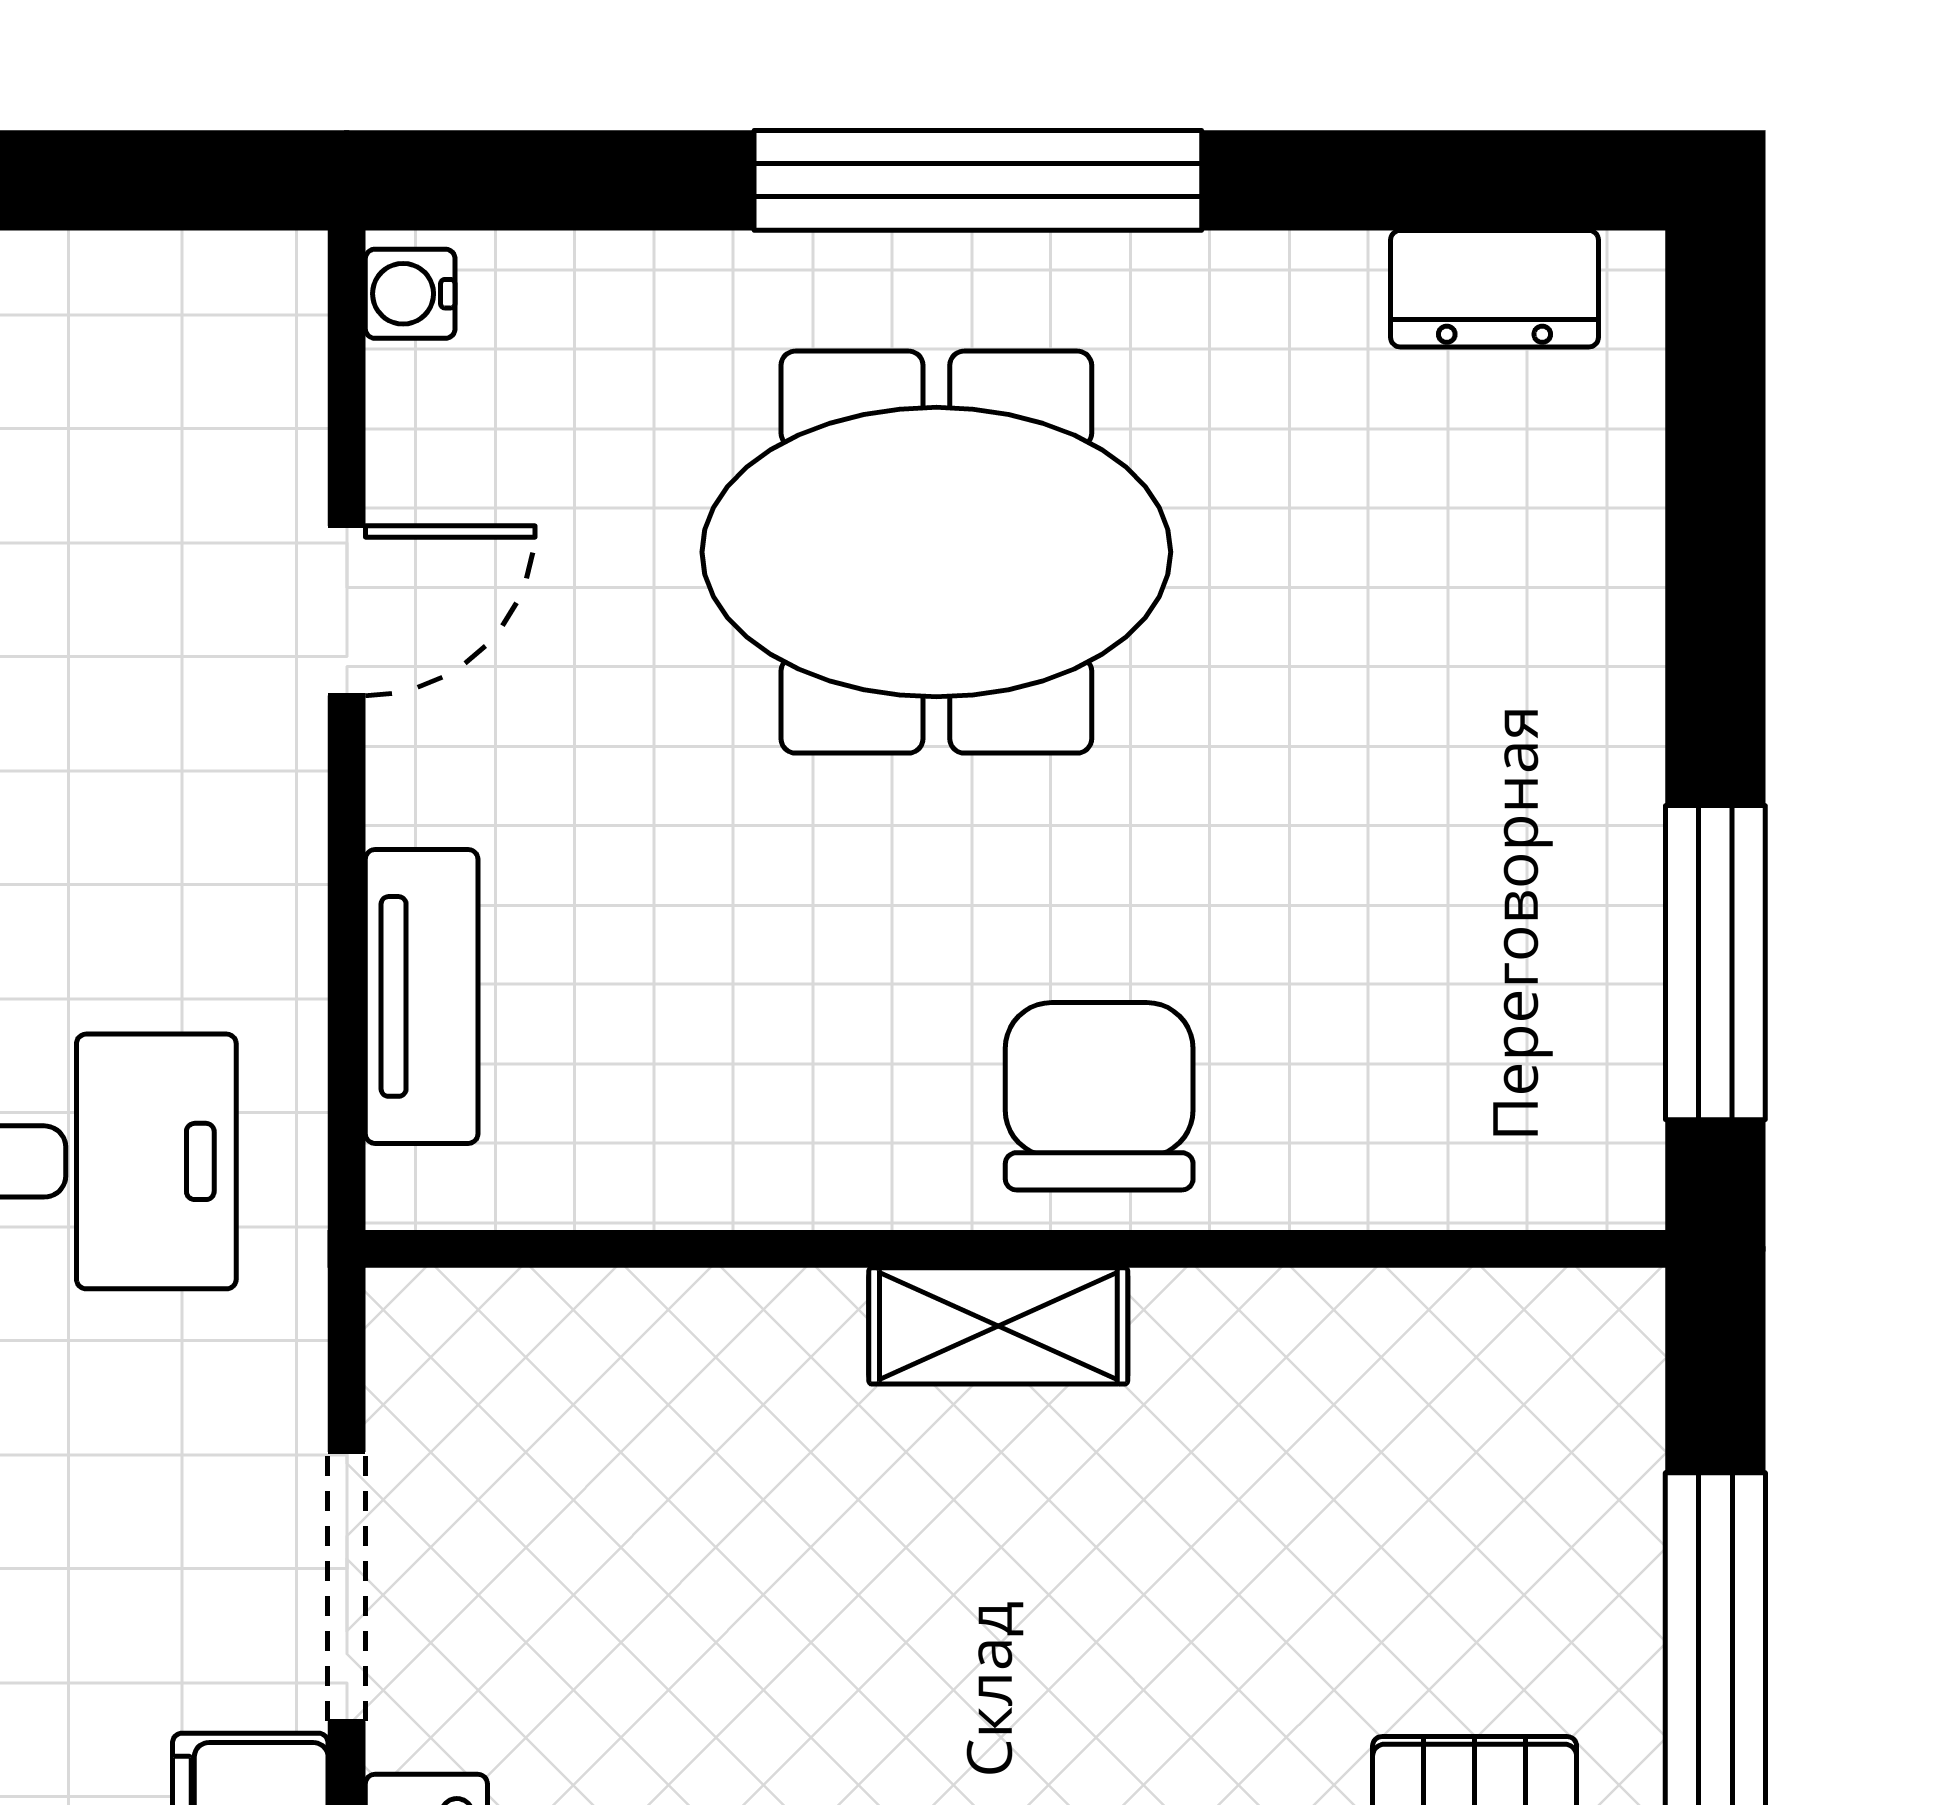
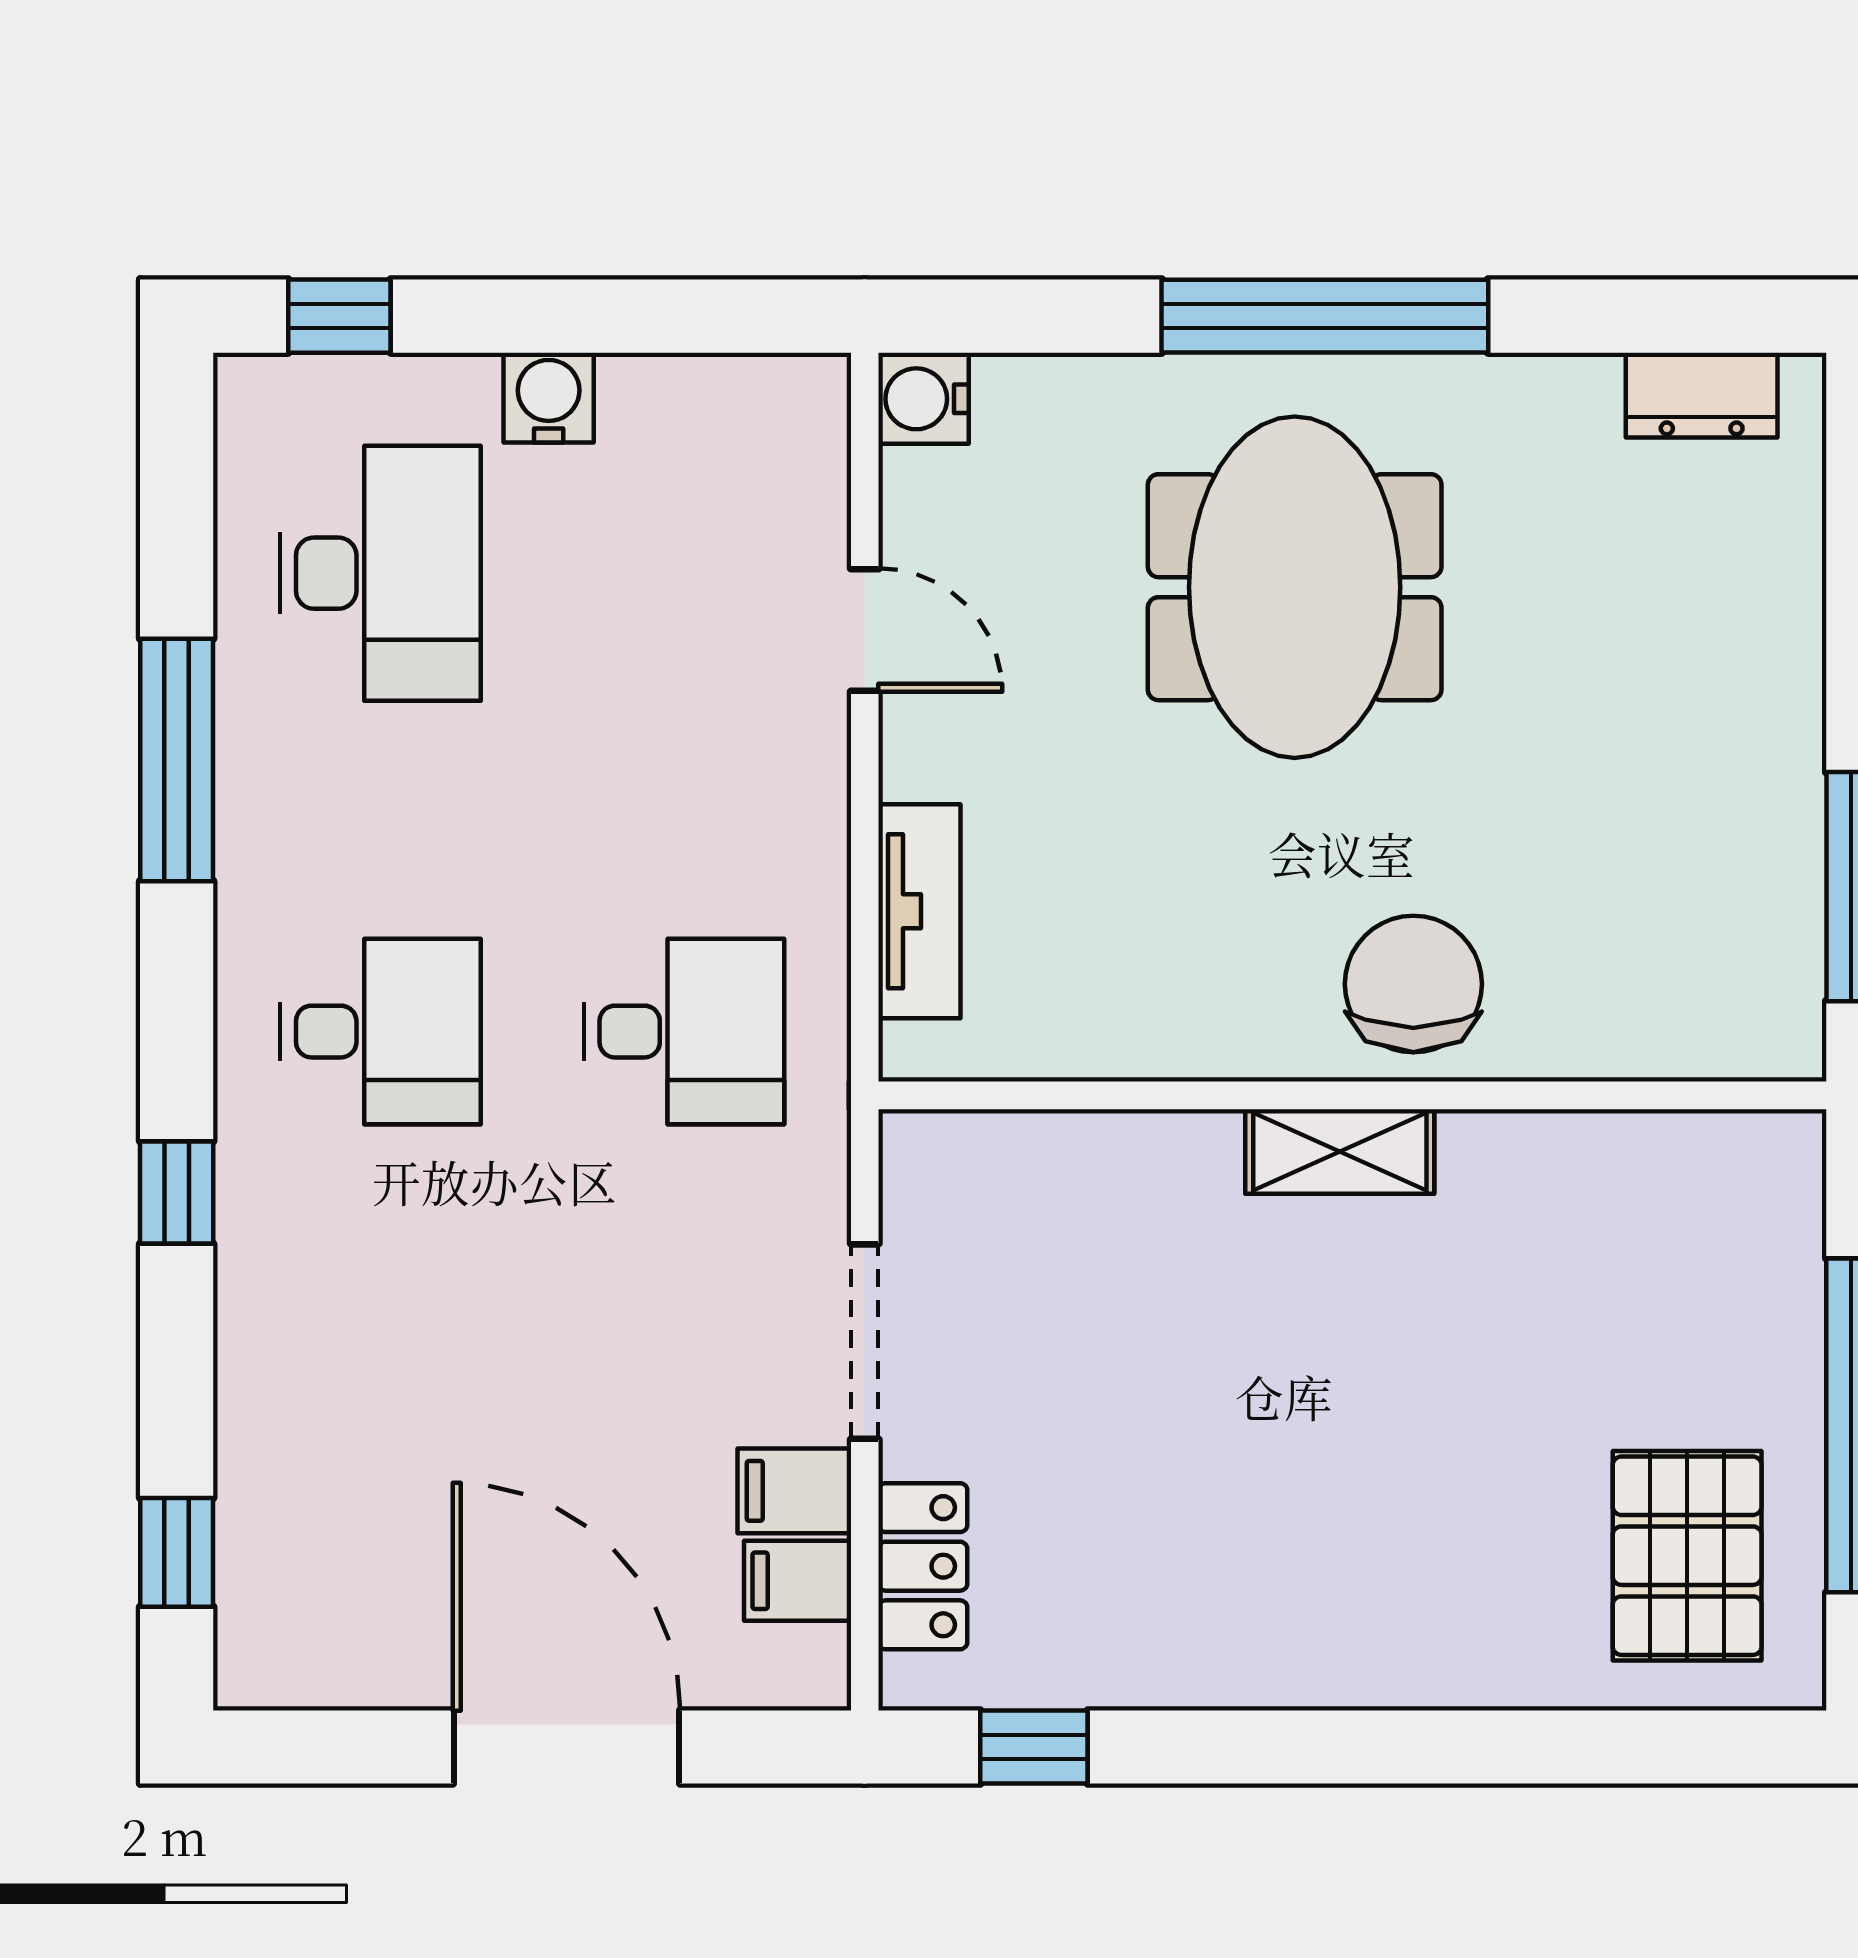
water cooler: (410, 294) -> (923, 399), width x1.38, depth x1.38
meeting table: (936, 552) -> (1295, 587), turned 90
door: (347, 611) -> (865, 630), hinge flipped

